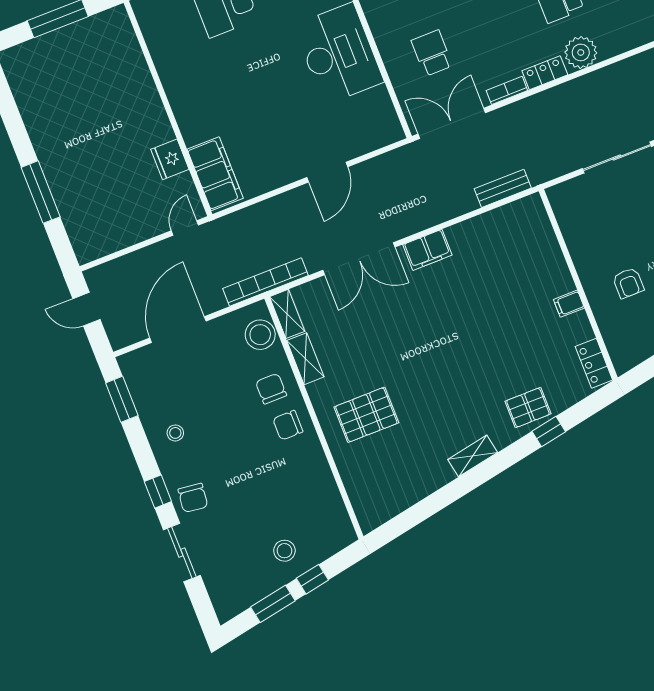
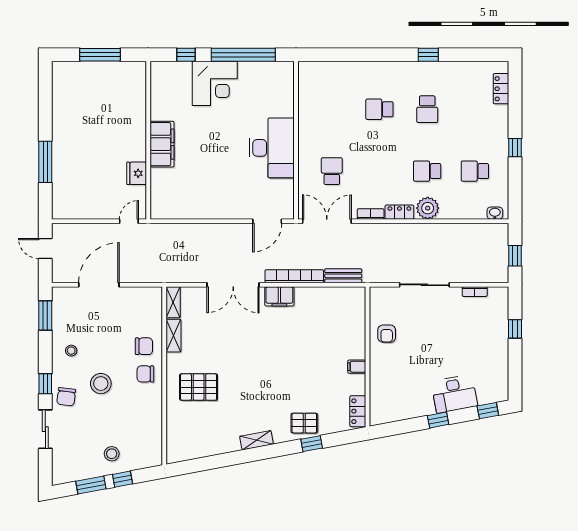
door: (327, 172) -> (267, 221), moved
filing cabinet: (215, 174) -> (162, 144), moved
bookcase: (265, 282) -> (294, 276), moved
armchair: (628, 283) -> (387, 334), moved
stool: (260, 335) -> (101, 384), moved
chair: (271, 389) -> (144, 346), turned 90

